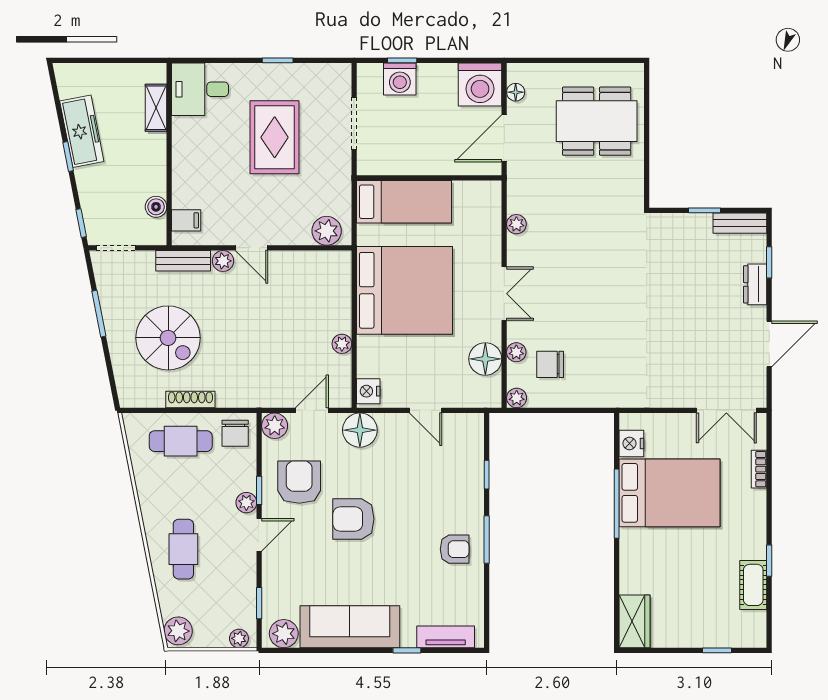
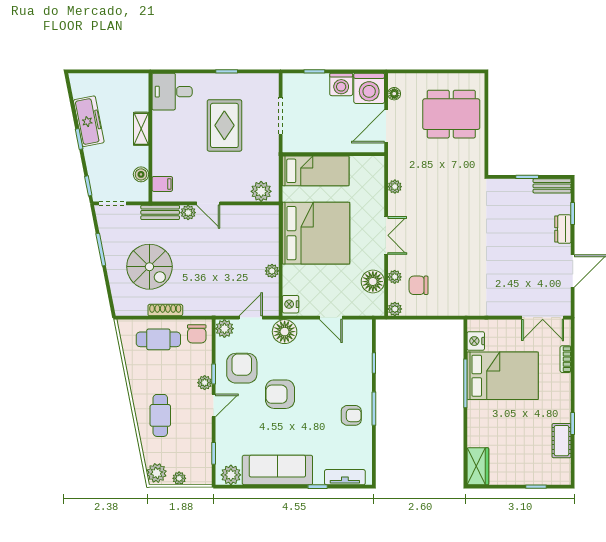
washing machine: (400, 79) -> (341, 84), moved
shelving: (156, 108) -> (141, 129), moved
plant: (239, 638) -> (179, 478), moved

